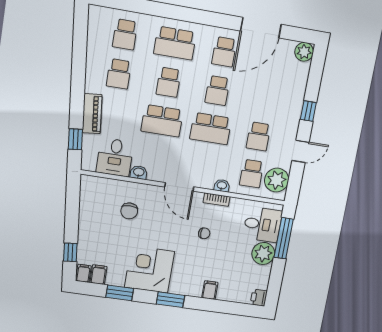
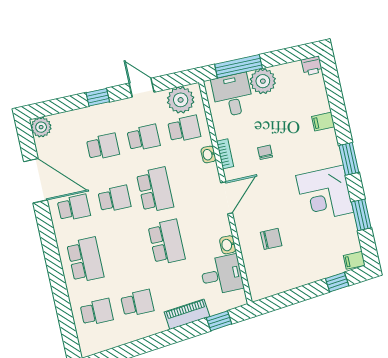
school desk: (168, 82) -> (103, 147), moved
filing cabinet: (98, 275) -> (350, 244), removed

